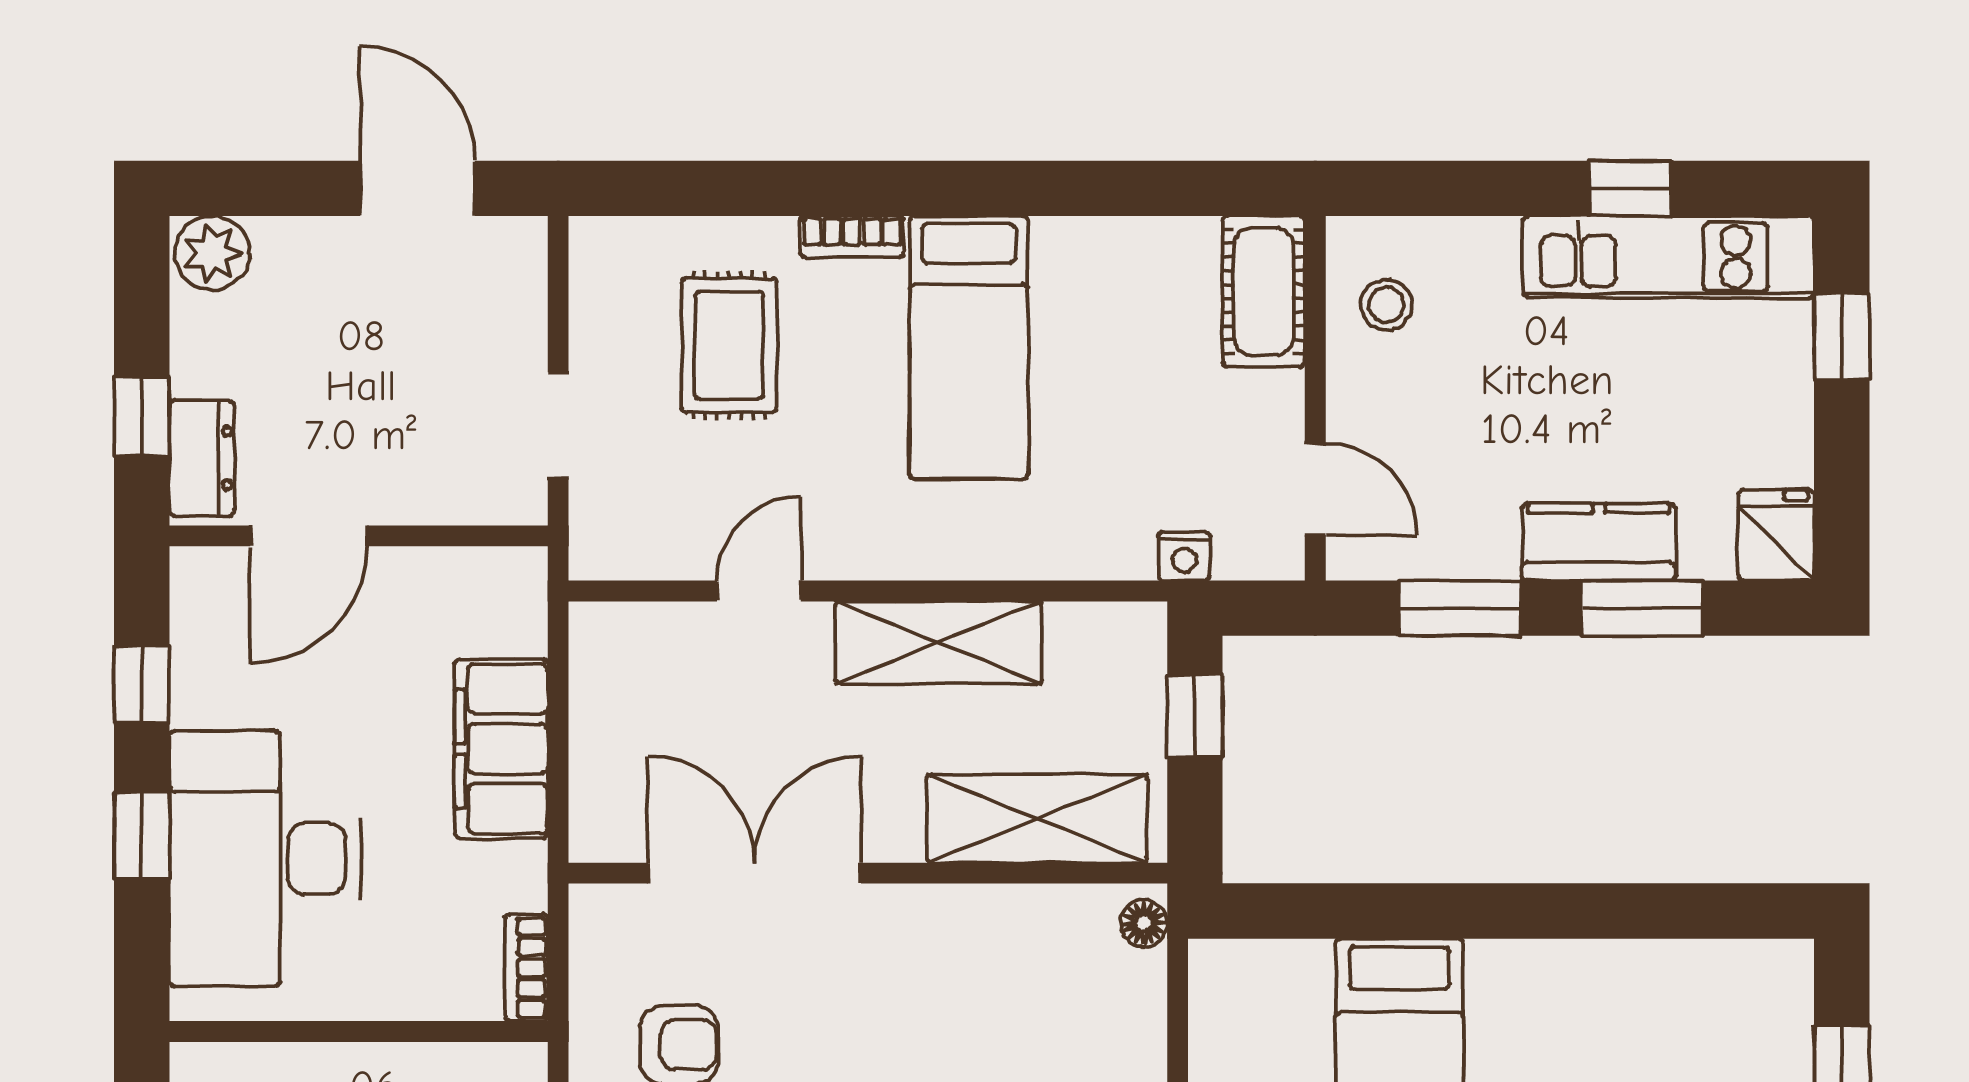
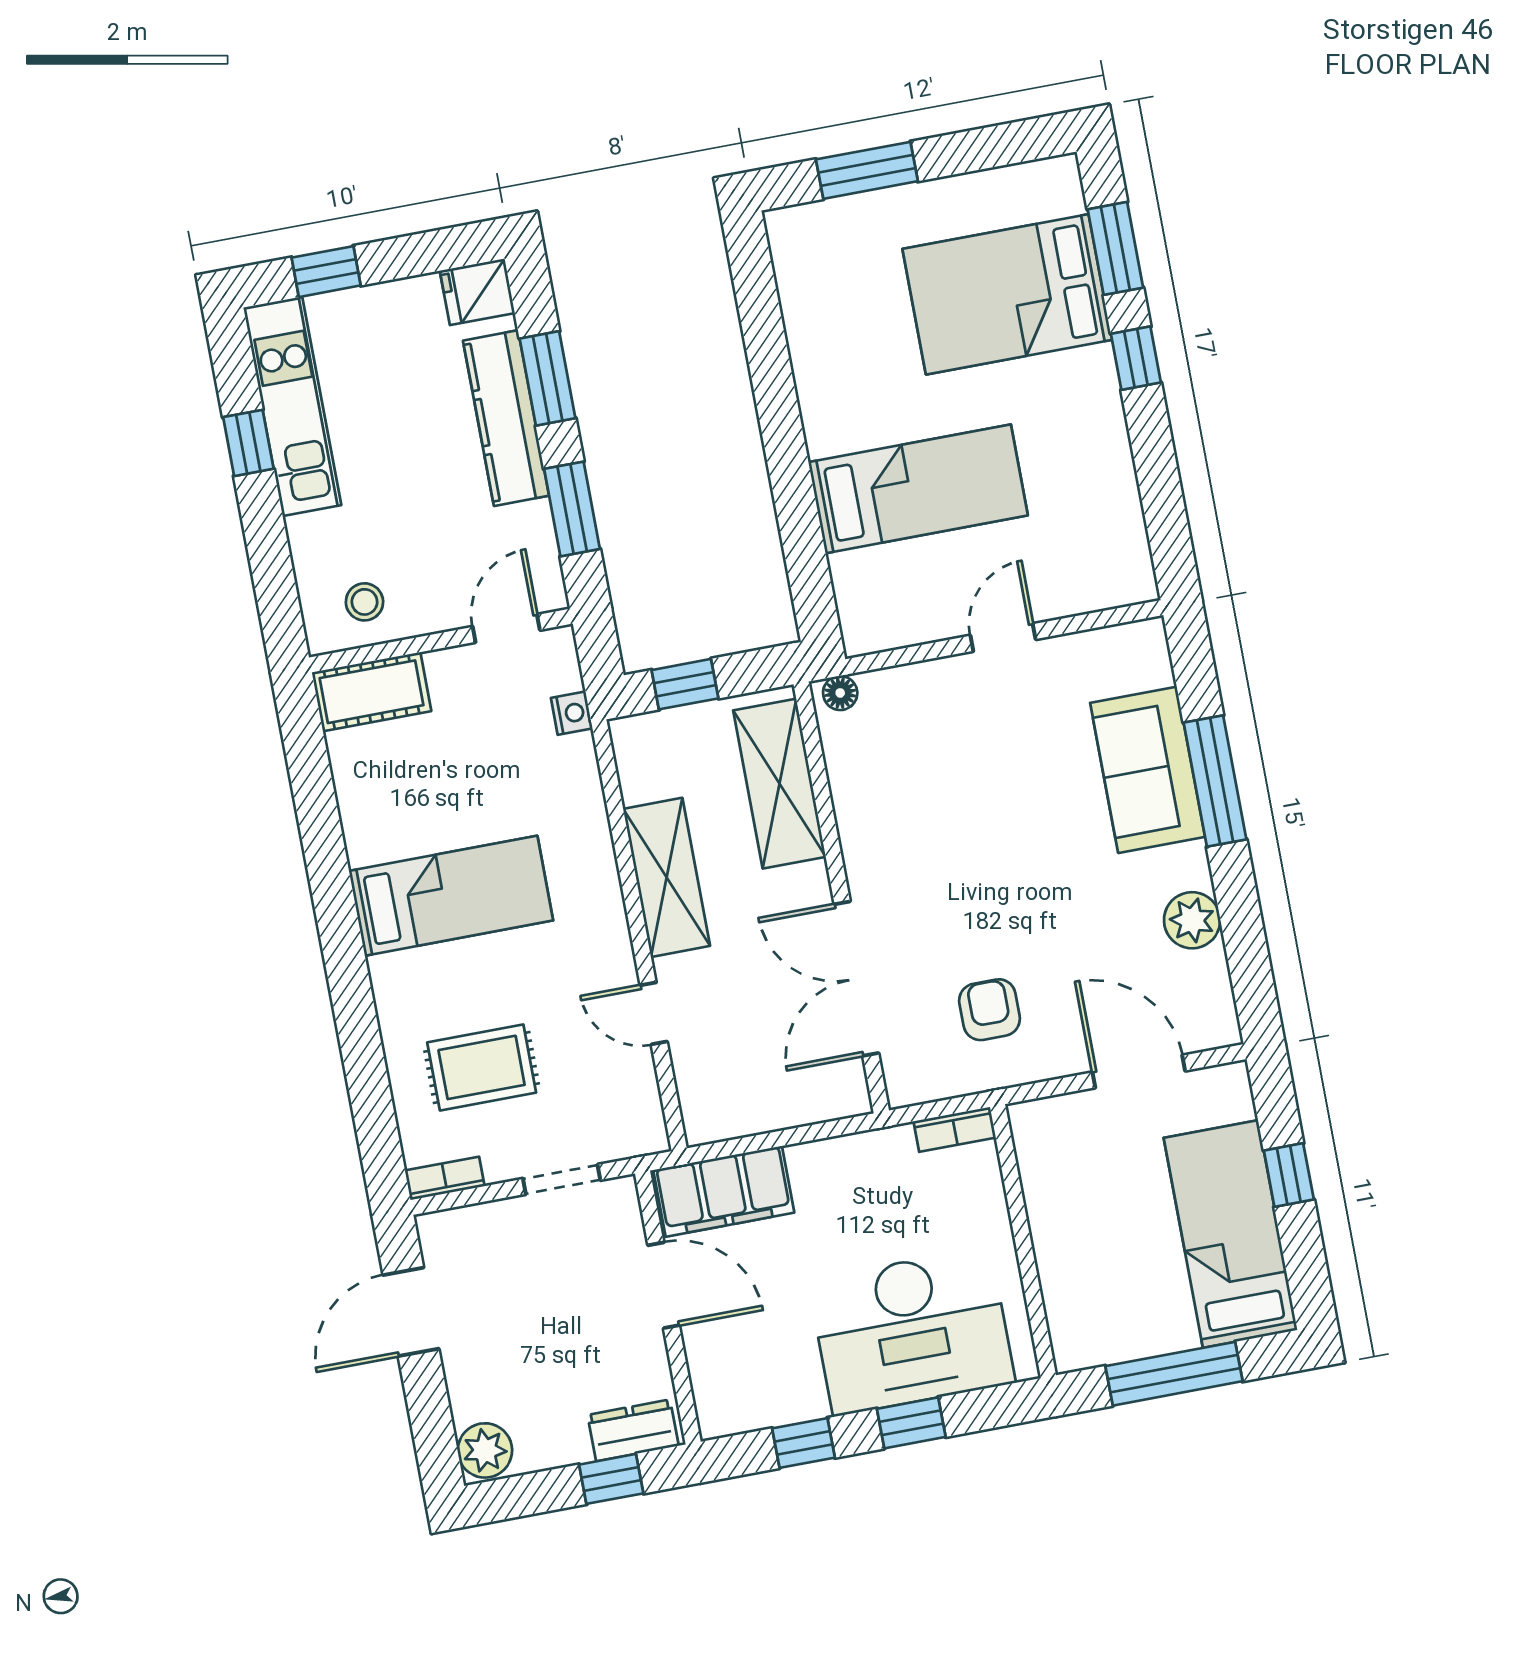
bookcase: (852, 237) -> (445, 1178), moved, turned -90
door: (309, 536) -> (664, 1285), moved
kitchen counter: (1599, 542) -> (506, 418), width x1.50
filing cabinet: (501, 749) -> (724, 1191), moved

